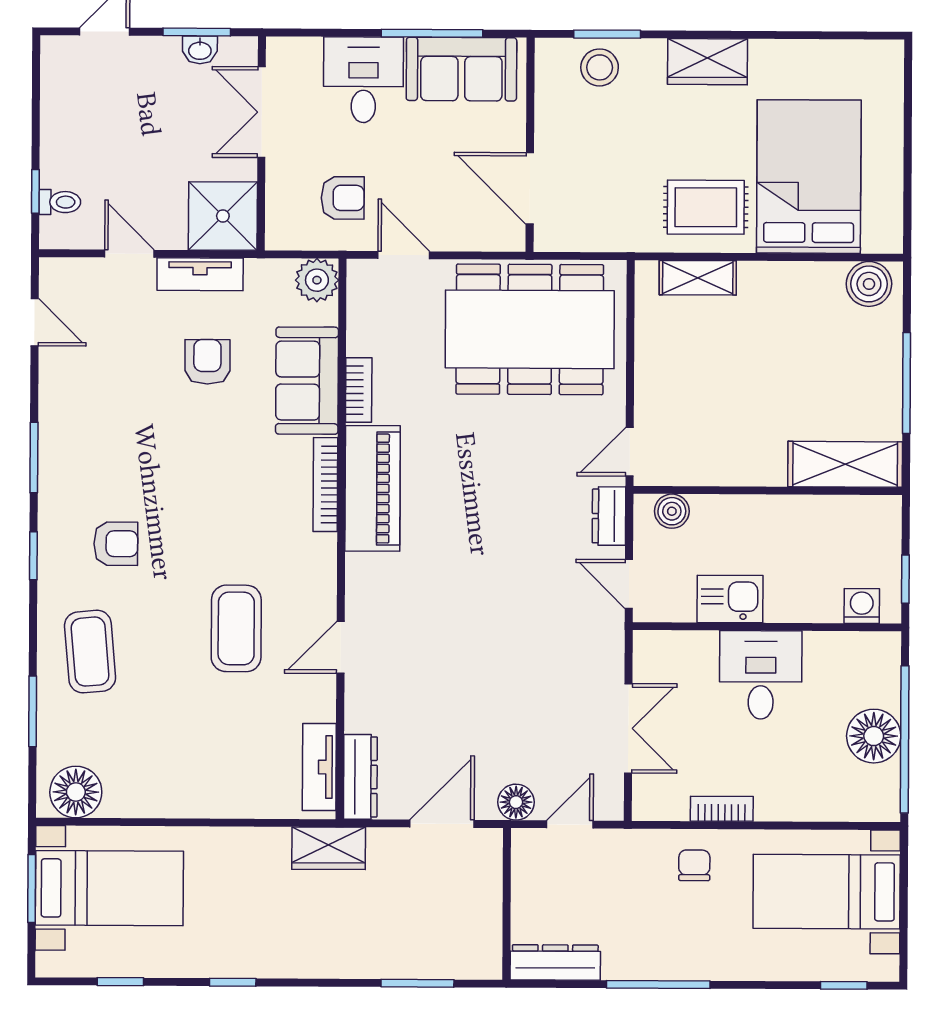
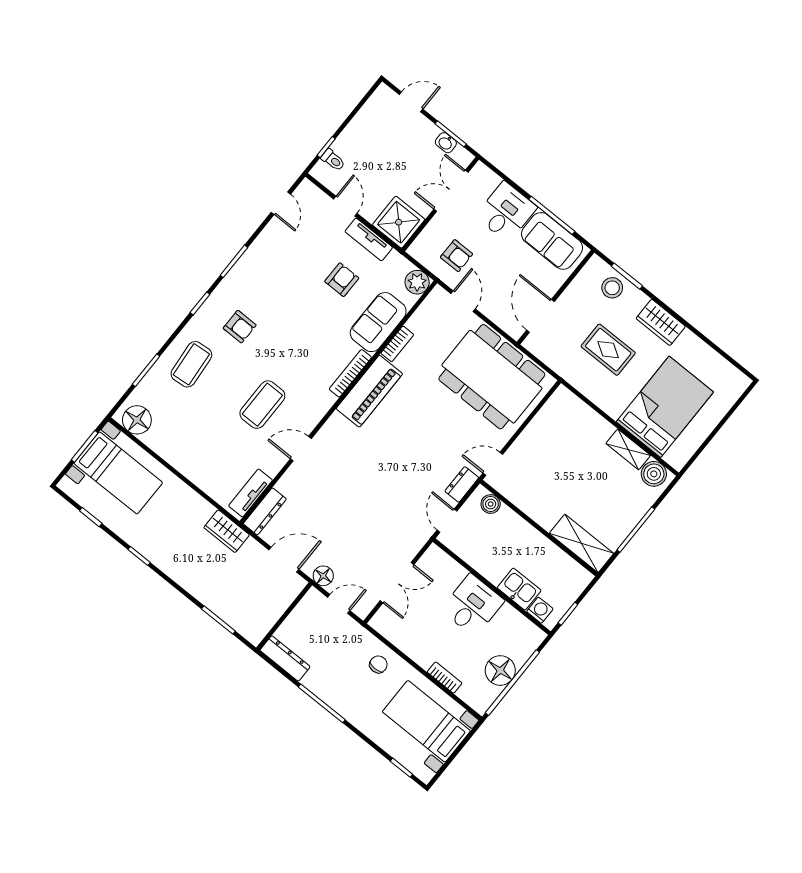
rug: (706, 207) -> (608, 350), moved
shelving: (698, 278) -> (628, 449), moved
kitchen sink: (730, 599) -> (519, 589), moved
bookcase: (722, 809) -> (445, 678), moved

